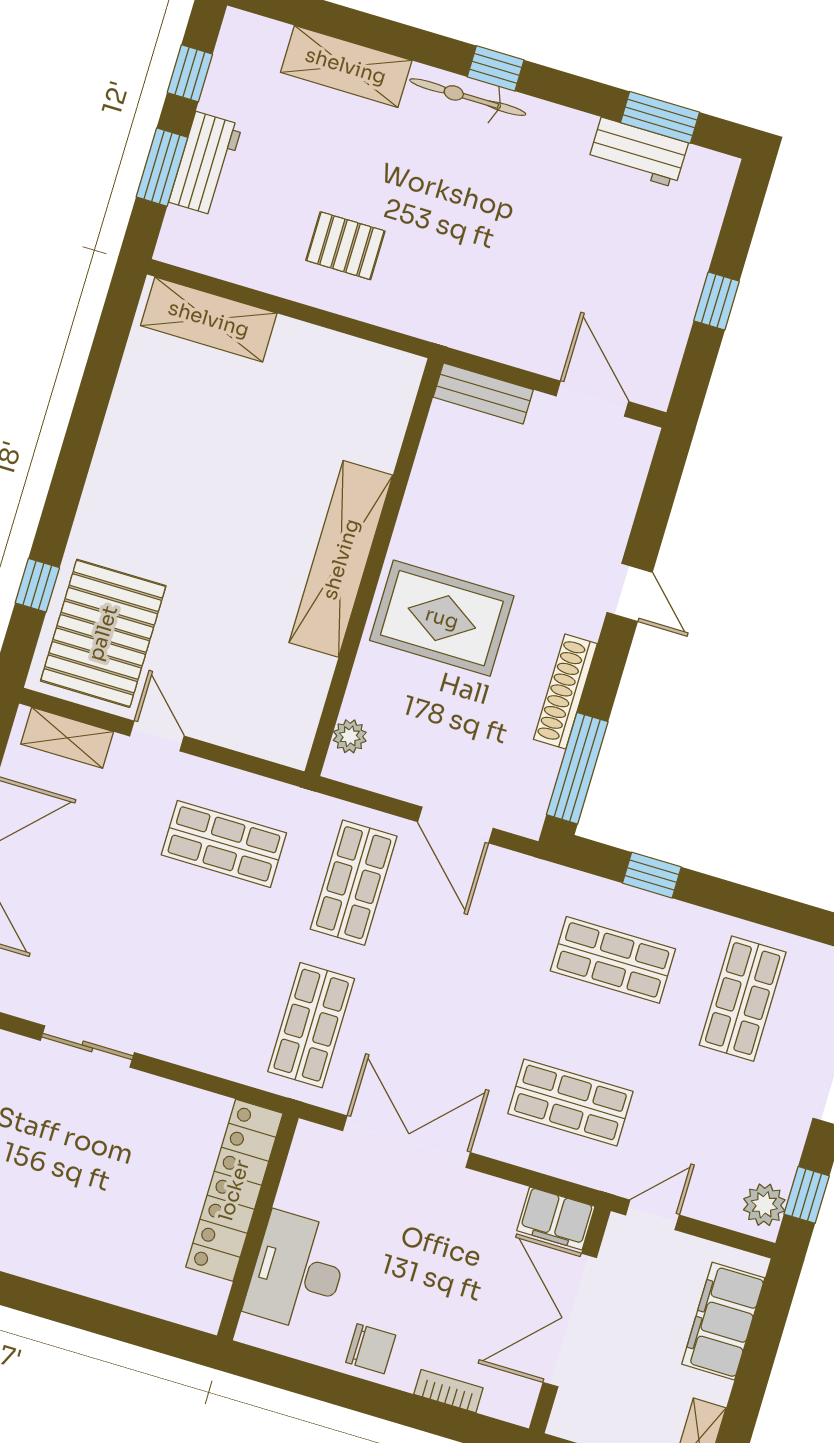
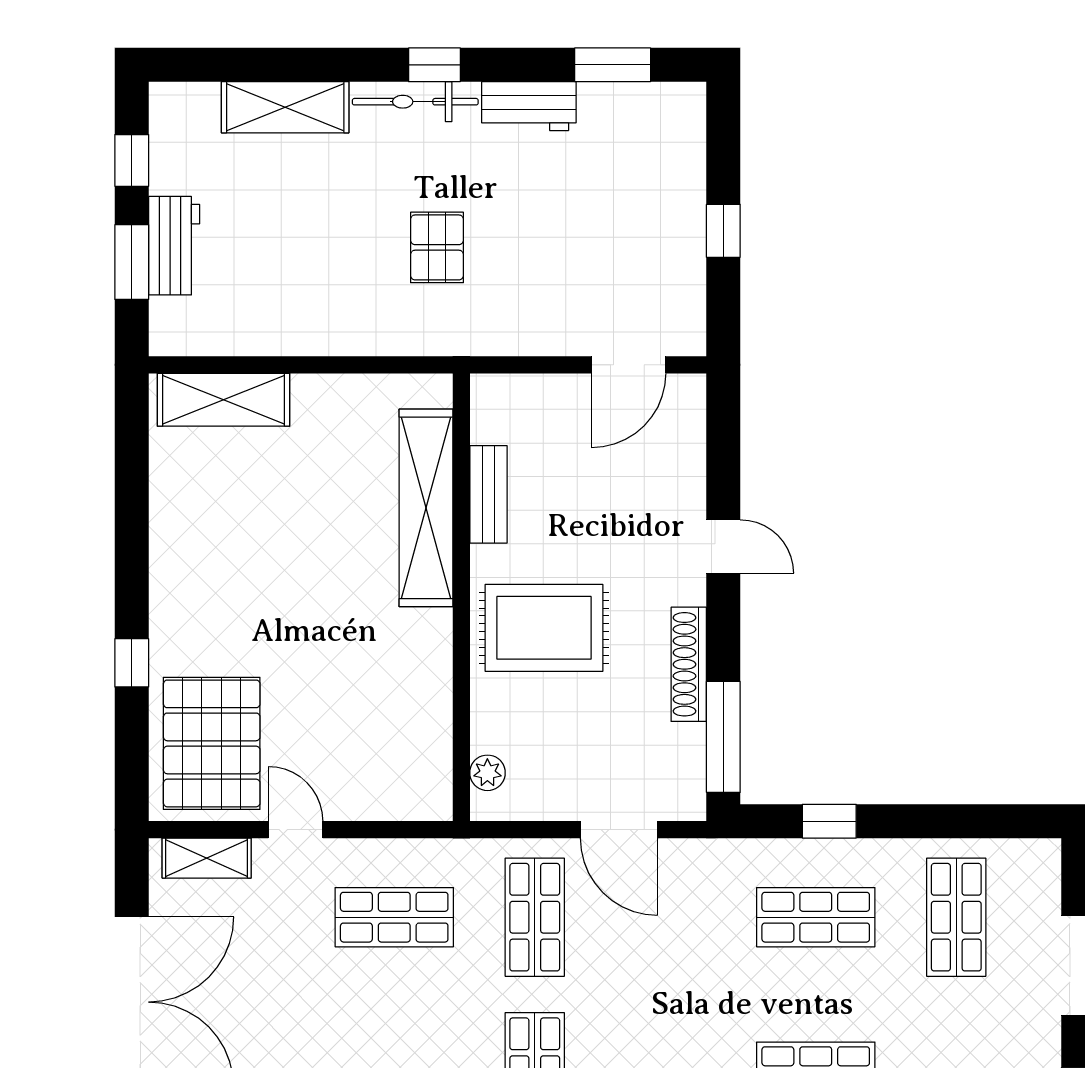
workbench: (638, 152) -> (529, 106), moved
pallet: (345, 246) -> (437, 247), moved, turned 90
bench: (483, 393) -> (488, 494), moved, turned 90
door: (592, 399) -> (629, 365), swing flipped
shelving: (341, 559) -> (426, 508), moved
window: (37, 585) -> (132, 663), moved

